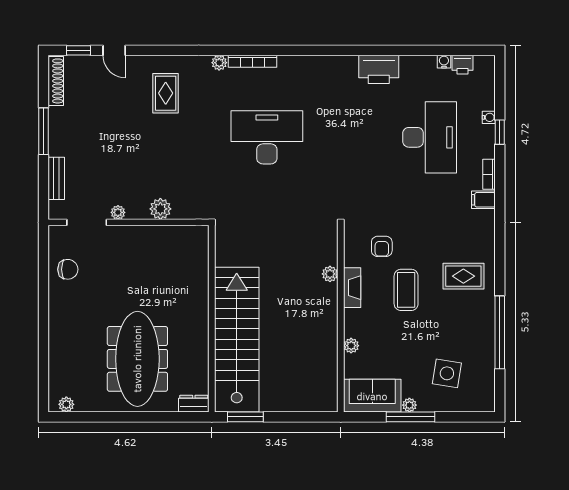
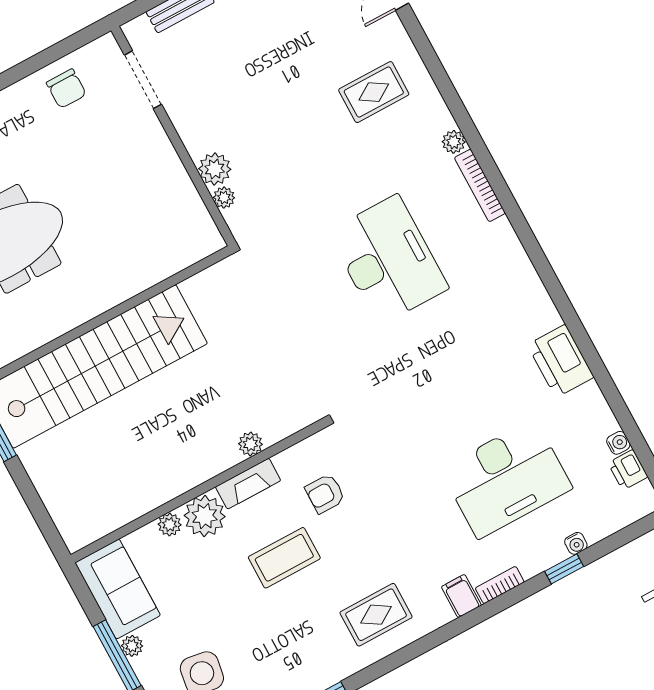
plant: (118, 212) -> (224, 198), moved
rug: (463, 276) -> (376, 615), moved, turned 90
plant: (357, 323) -> (205, 516), added

